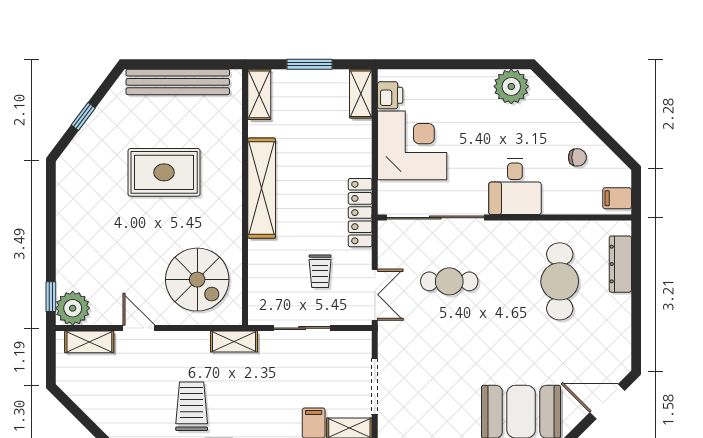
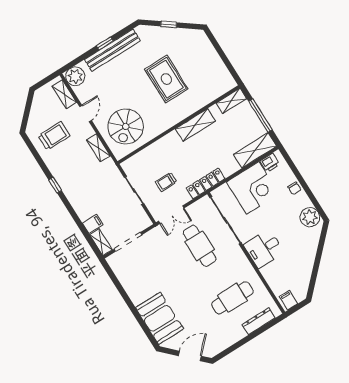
window: (309, 64) -> (260, 115), width x1.44
bench: (178, 82) -> (112, 50), moved, turned 90
shelving: (361, 94) -> (255, 150), width x1.50, depth x1.33
chair: (577, 157) -> (294, 188), moved
shelving: (262, 188) -> (195, 125), width x0.68
cafe table: (449, 281) -> (200, 246), width x1.37, depth x1.35
window: (51, 297) -> (105, 43), moved
shelving: (234, 341) -> (98, 148), moved
door: (607, 402) -> (190, 356), hinge flipped
trolley: (192, 406) -> (54, 136), moved

